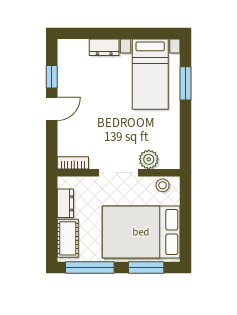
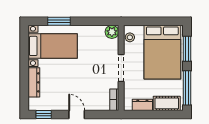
dresser: (104, 47) -> (34, 82), width x1.44
window: (52, 77) -> (44, 114), moved
plant: (149, 159) -> (112, 32), moved

